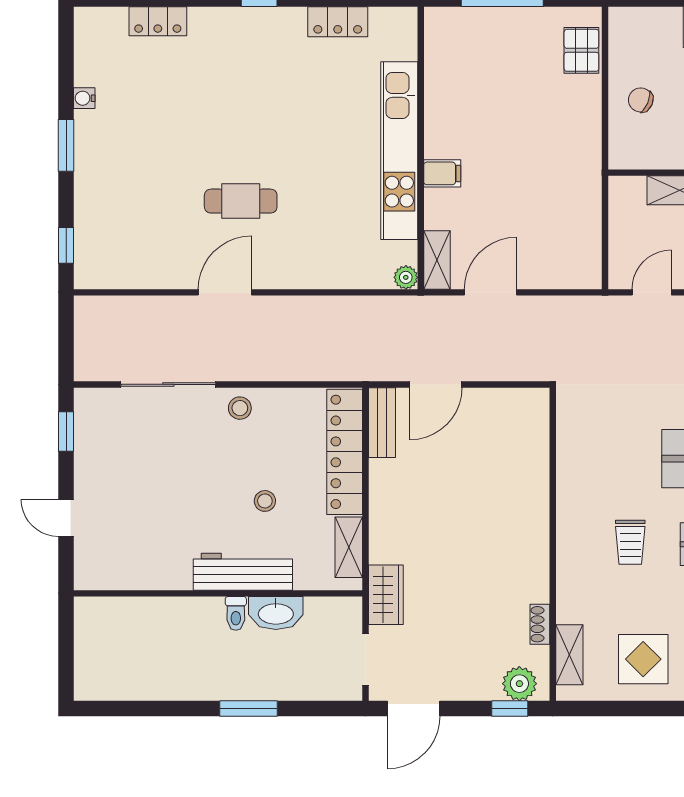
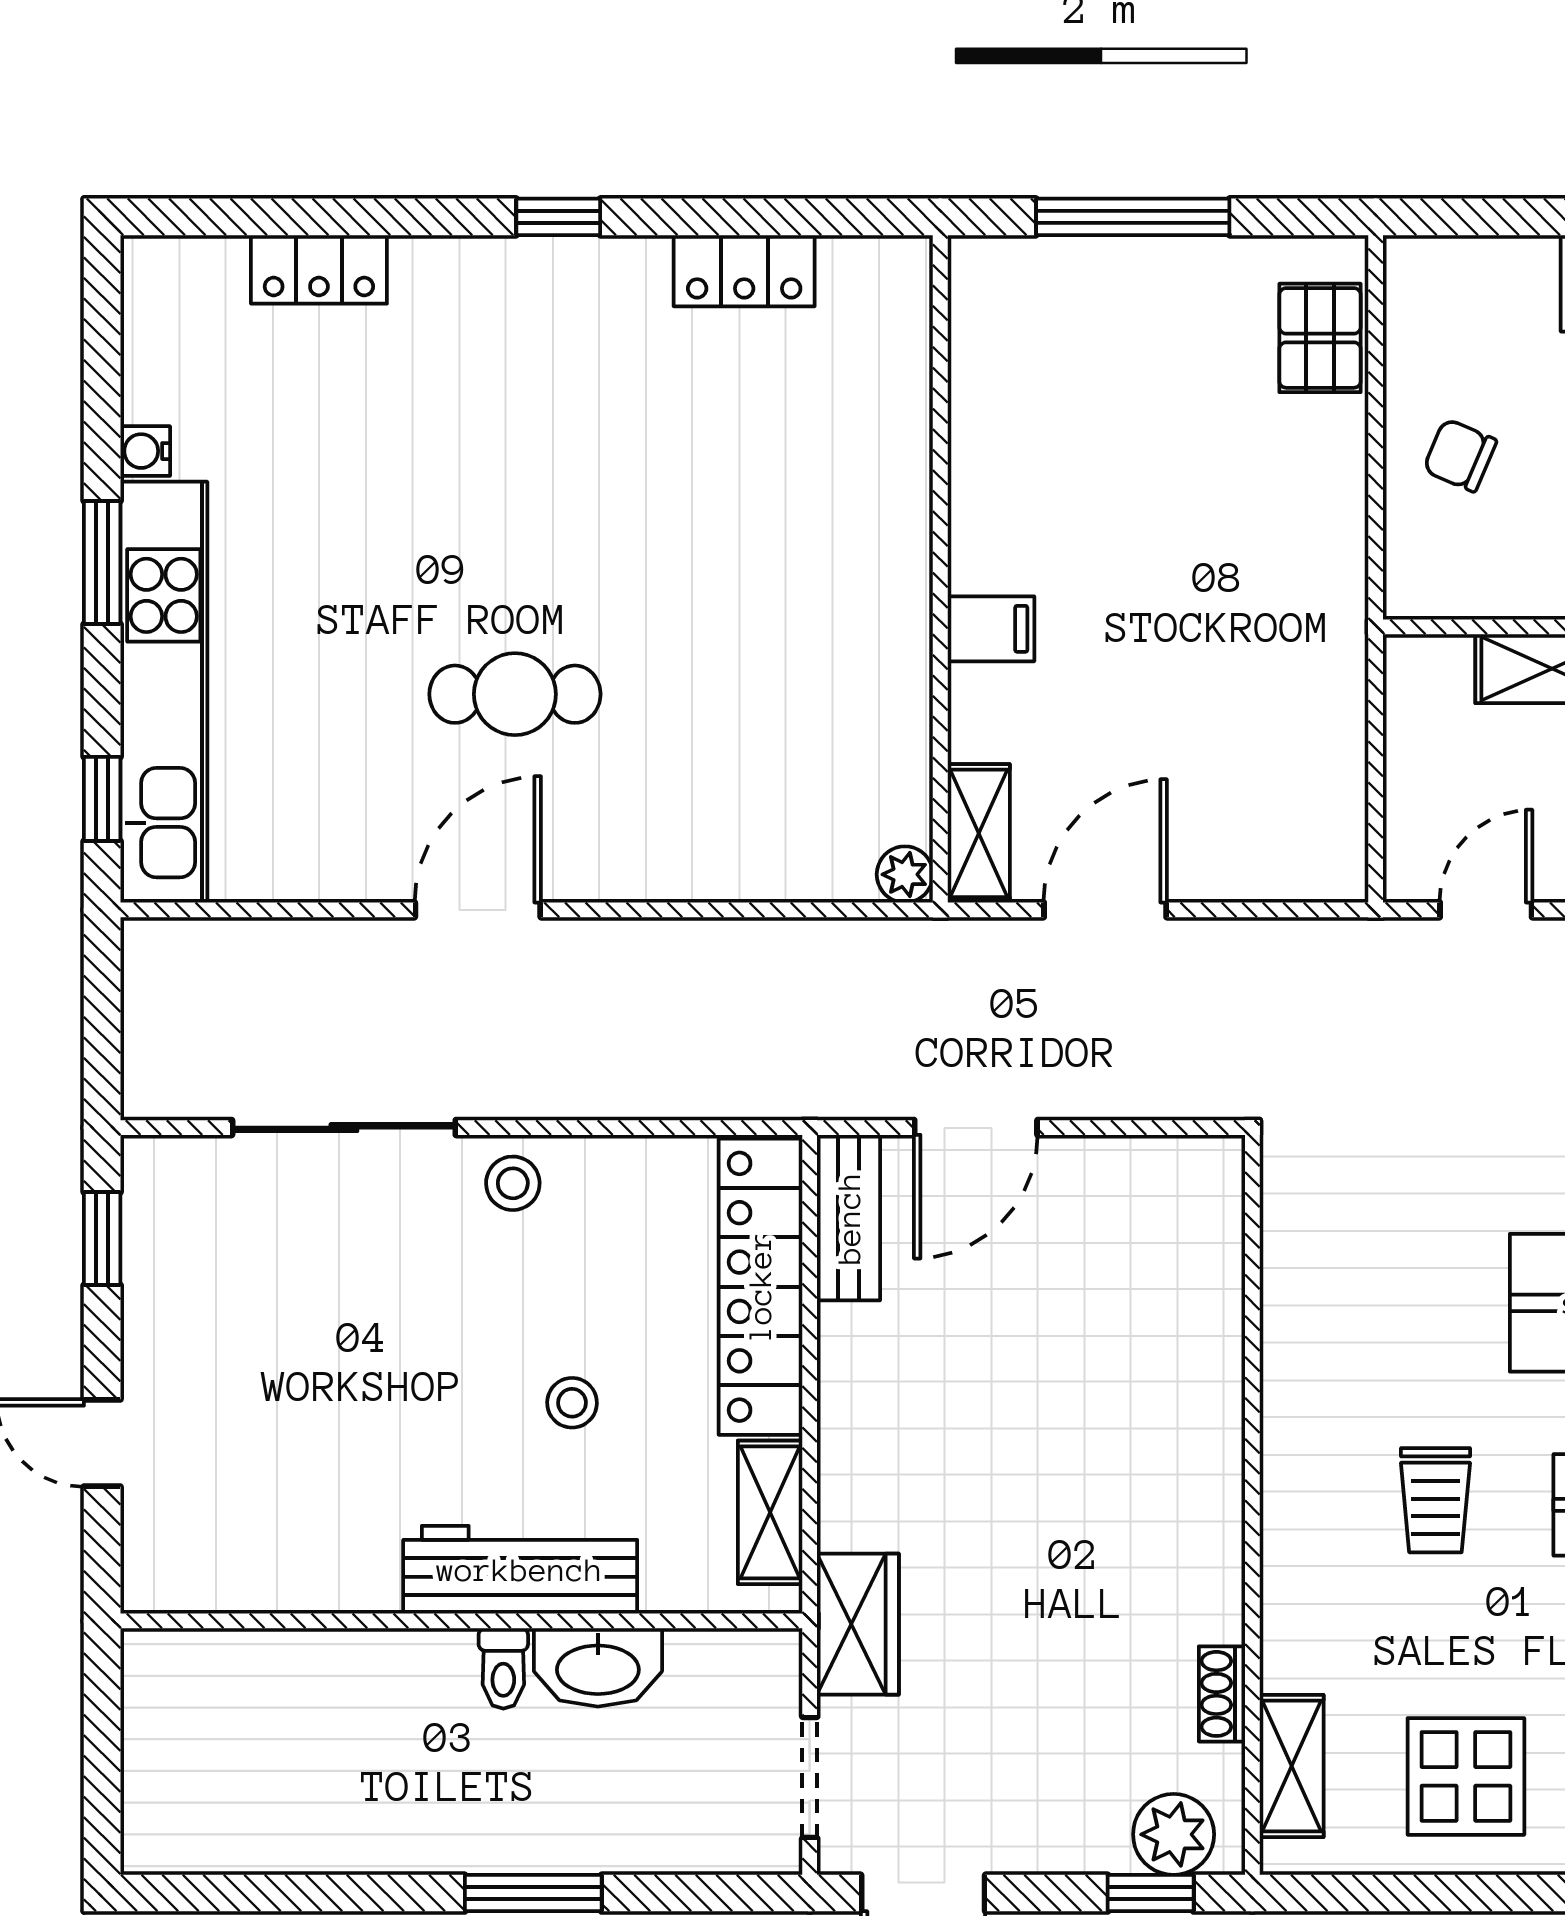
kitchen unit: (399, 151) -> (164, 692), moved, turned 180

